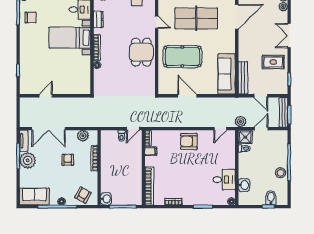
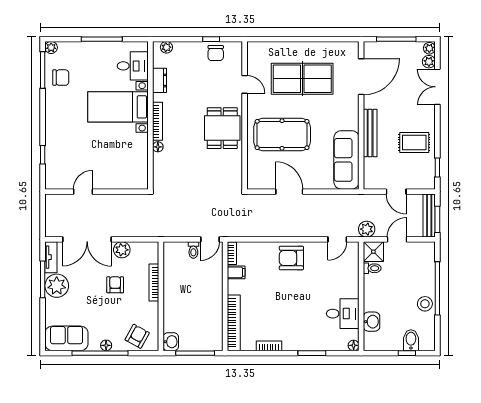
double door: (289, 36) -> (437, 87), moved
bench: (243, 78) -> (370, 133), moved
plant: (83, 136) -> (122, 250), moved

